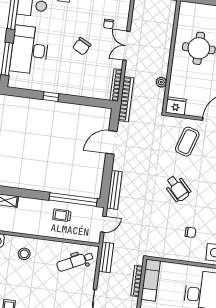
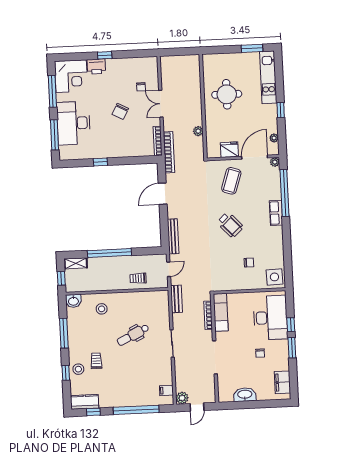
fridge: (176, 106) -> (229, 150), moved
window: (73, 199) -> (109, 253), moved
trolley: (62, 215) -> (138, 278), moved
dental chair: (75, 262) -> (133, 335), moved

